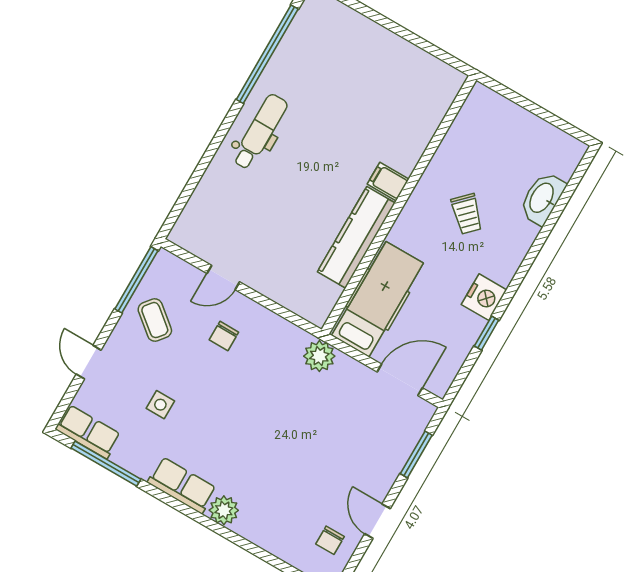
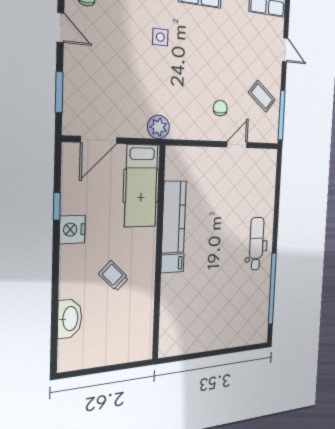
dental chair: (260, 132) -> (256, 244), turned 180
side table: (160, 405) -> (160, 37), moved

